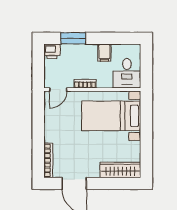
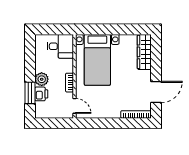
printer: (52, 51) -> (41, 94), moved
plant: (89, 52) -> (42, 79), added
filing cabinet: (104, 53) -> (43, 66), removed

